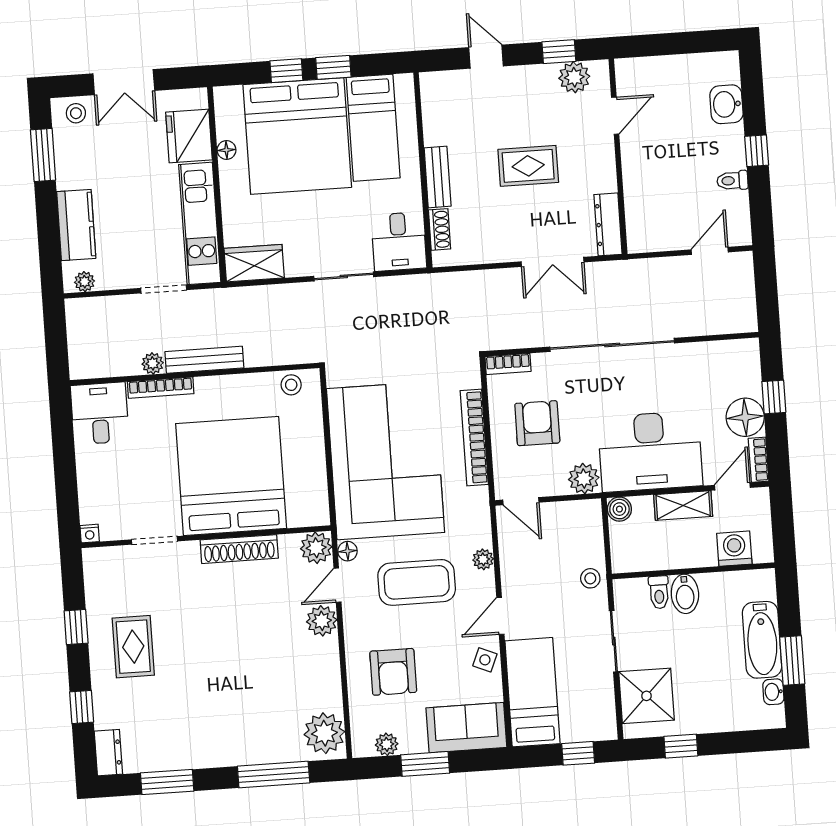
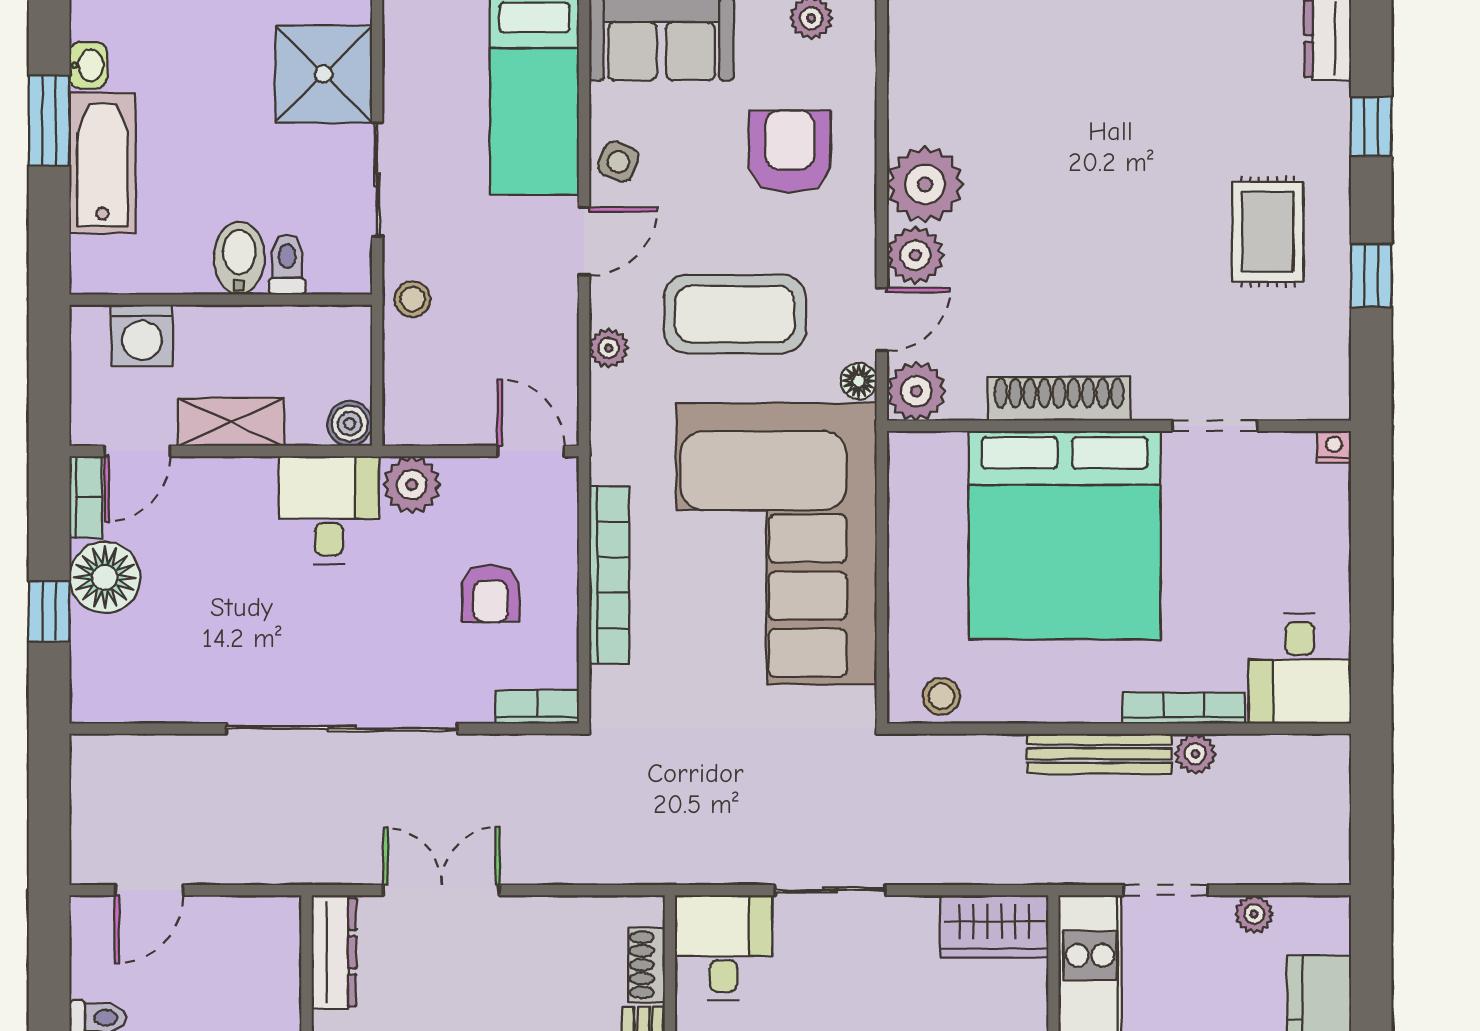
plant: (85, 282) -> (1254, 914), moved
armchair: (537, 423) -> (491, 593), width x0.72, depth x0.72
desk: (650, 451) -> (329, 510), width x0.53, depth x0.77
plant: (324, 733) -> (925, 184), moved

